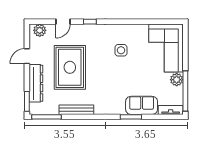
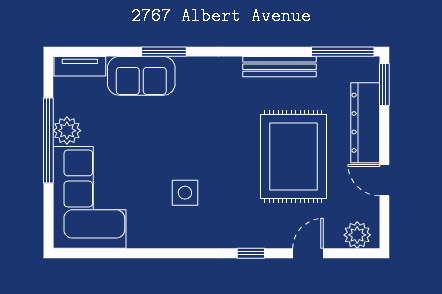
door: (27, 56) -> (384, 180), swing flipped
window: (185, 91) -> (48, 140), moved

